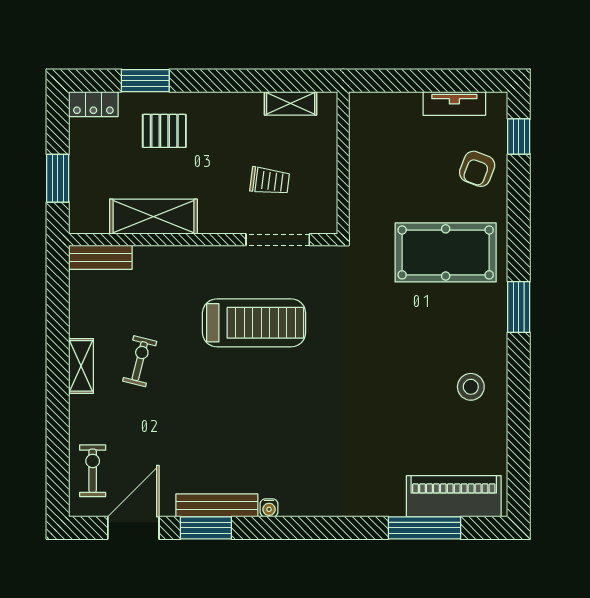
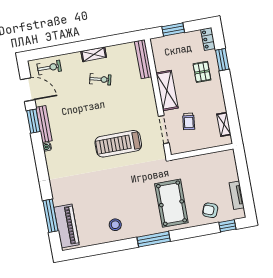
shelving: (153, 217) -> (167, 90), moved
bench: (100, 257) -> (143, 59), width x1.36
window: (519, 307) -> (154, 239), width x1.44
treadmill: (254, 323) -> (118, 144), moved, turned 90

